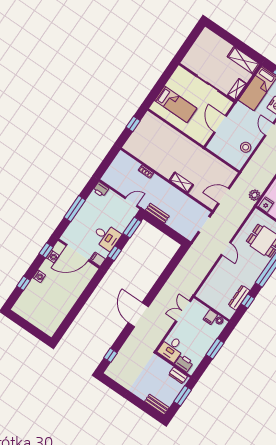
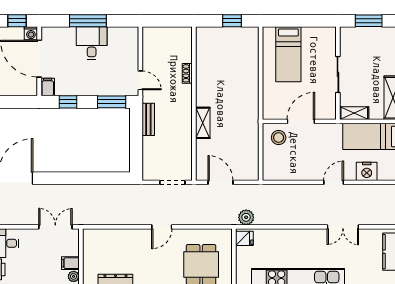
window: (188, 43) -> (369, 21), added
stool: (246, 147) -> (279, 138), moved
printer: (101, 189) -> (131, 35), removed
desk: (107, 237) -> (92, 43), moved, turned 180
washing machine: (53, 257) -> (31, 33), moved

